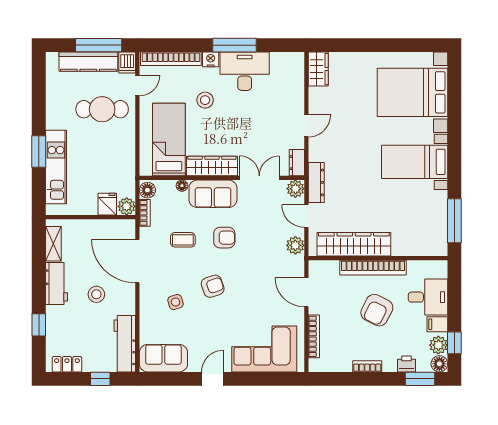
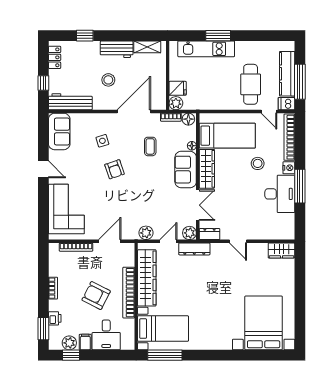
bed with nightstands: (415, 162) -> (163, 329), moved, turned 90
armchair: (224, 238) -> (152, 178), removed
floor lamp: (439, 364) -> (55, 344), removed

